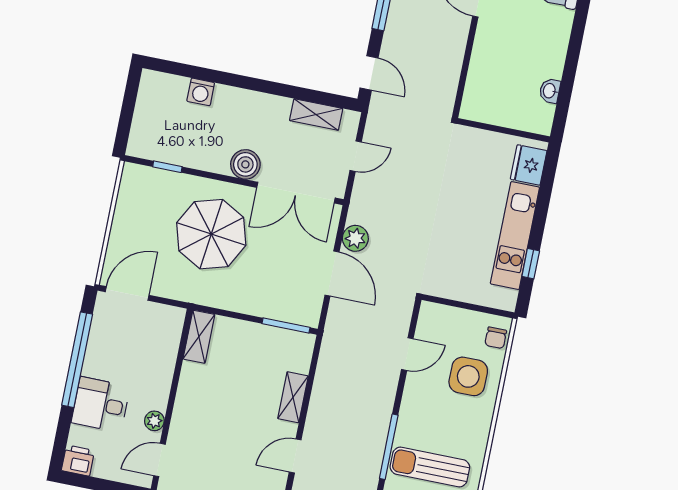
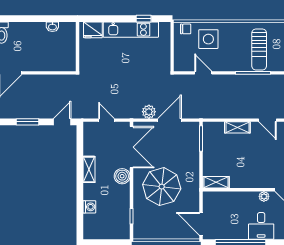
shelving: (316, 115) -> (89, 169), moved

